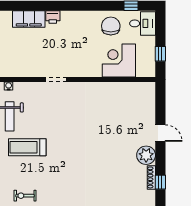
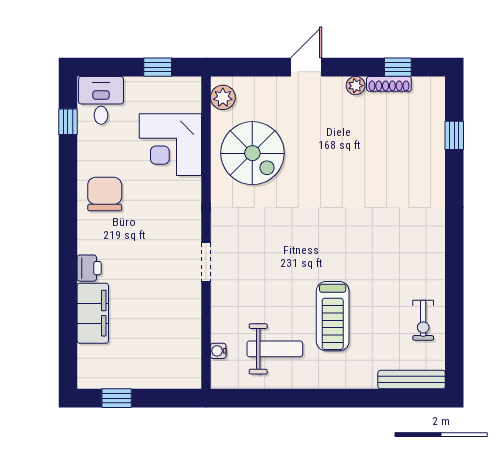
chair: (111, 26) -> (105, 194), moved, turned 90
plant: (144, 89) -> (223, 97), added
spiral stairs: (114, 104) -> (252, 153), added
plant: (146, 155) -> (356, 86), width x0.53, depth x0.53

